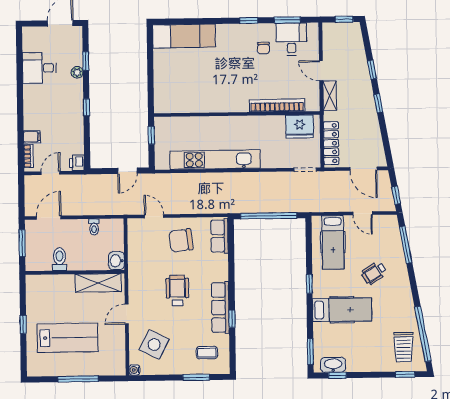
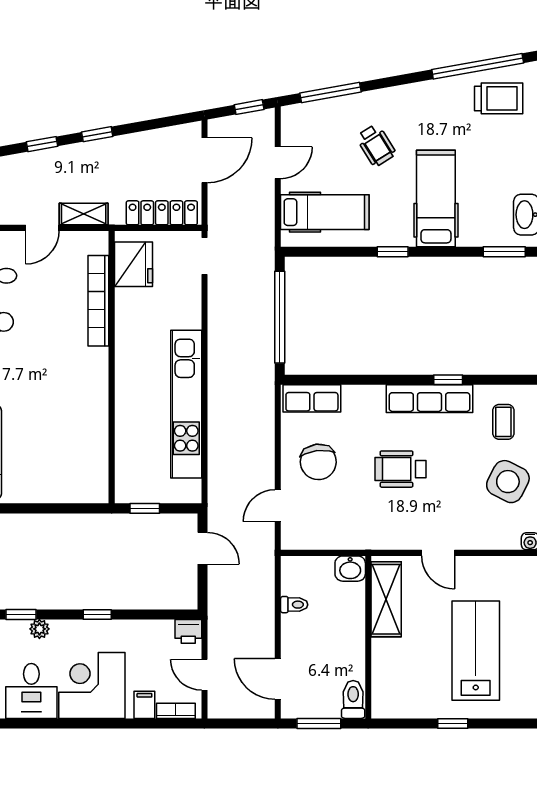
corner desk: (43, 105) -> (92, 685), added
toilet: (60, 259) -> (353, 699), moved, turned 90
side table: (154, 344) -> (508, 482), moved

